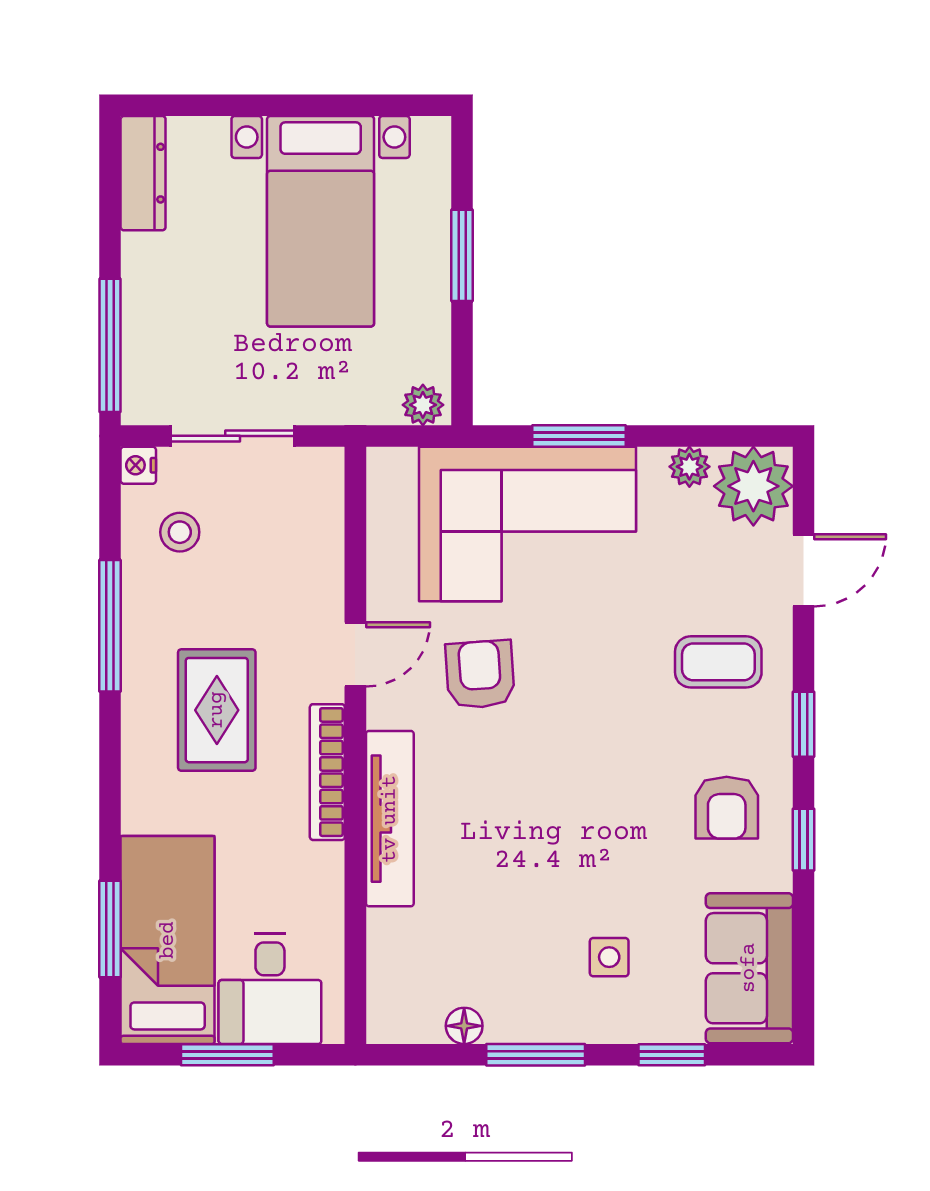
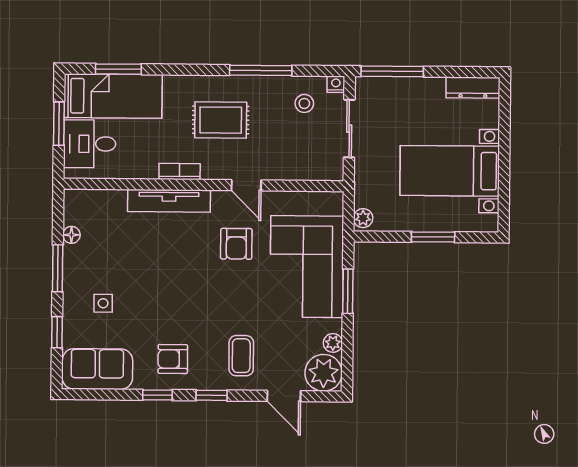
armchair: (480, 674) -> (236, 244), turned 94
bookcase: (327, 772) -> (180, 172), width x0.64

